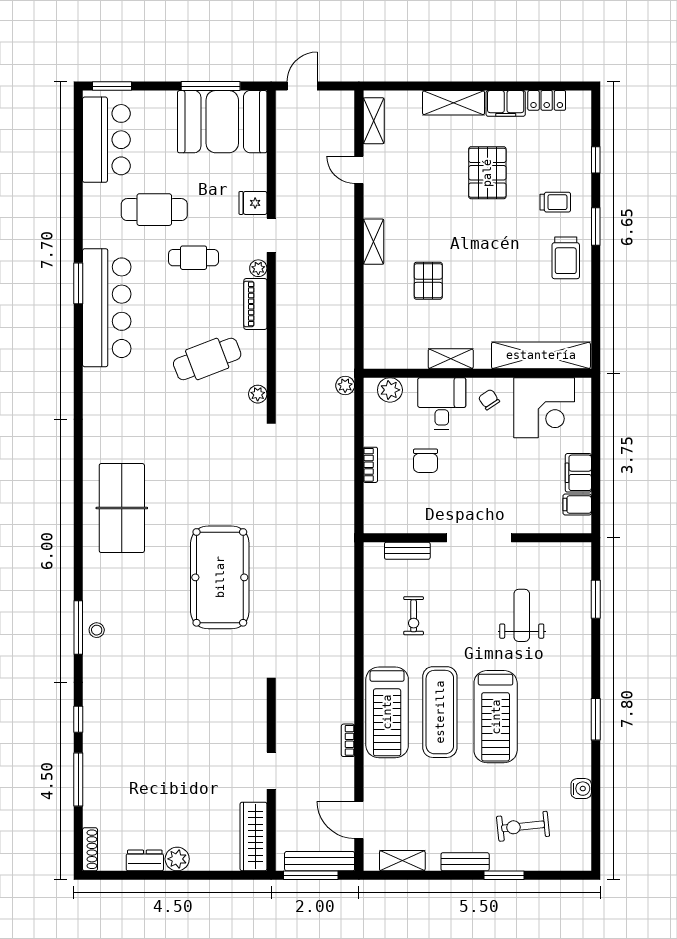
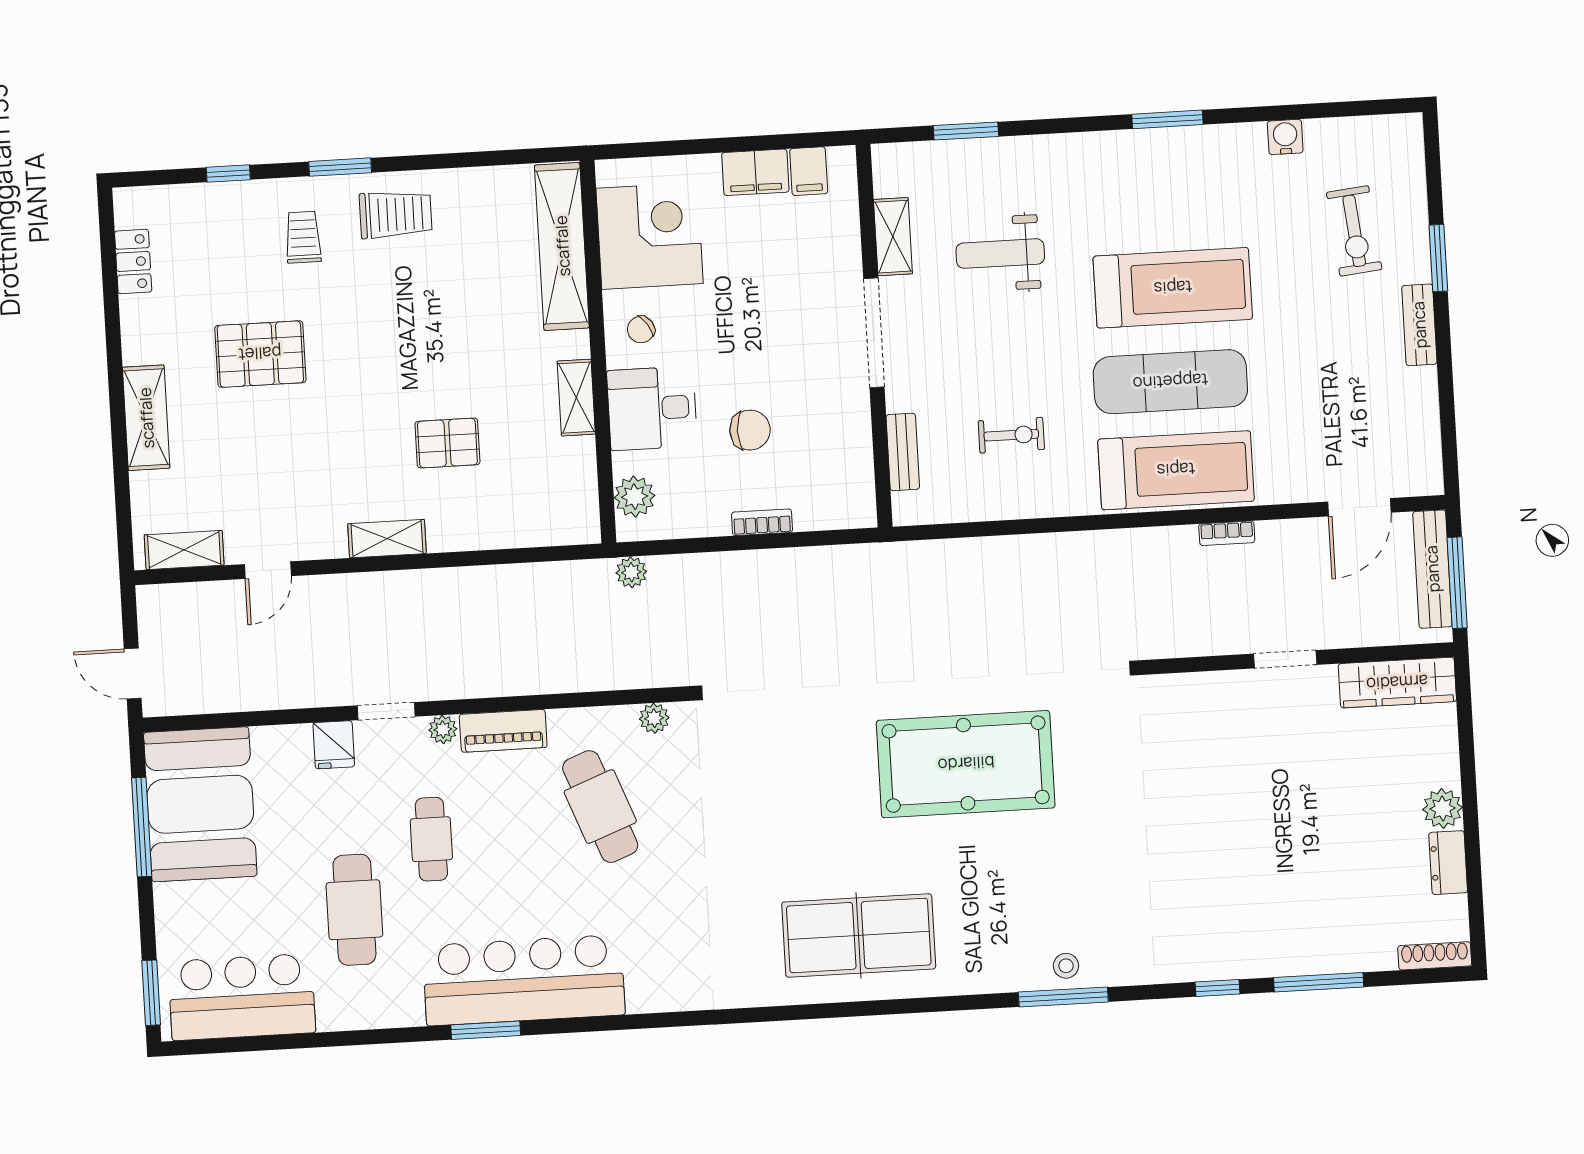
filing cabinet: (506, 103) -> (142, 330), removed
shelving: (402, 861) -> (893, 237), moved

